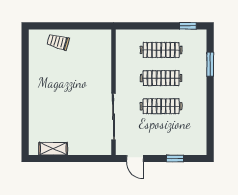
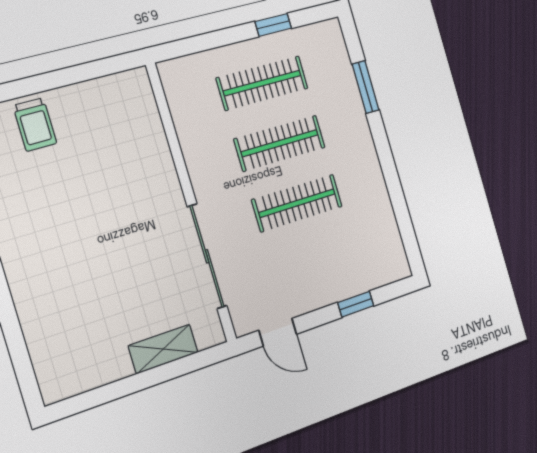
window: (188, 26) -> (273, 25), moved
trolley: (58, 42) -> (35, 124), turned -105
shelving: (53, 149) -> (163, 349), moved

